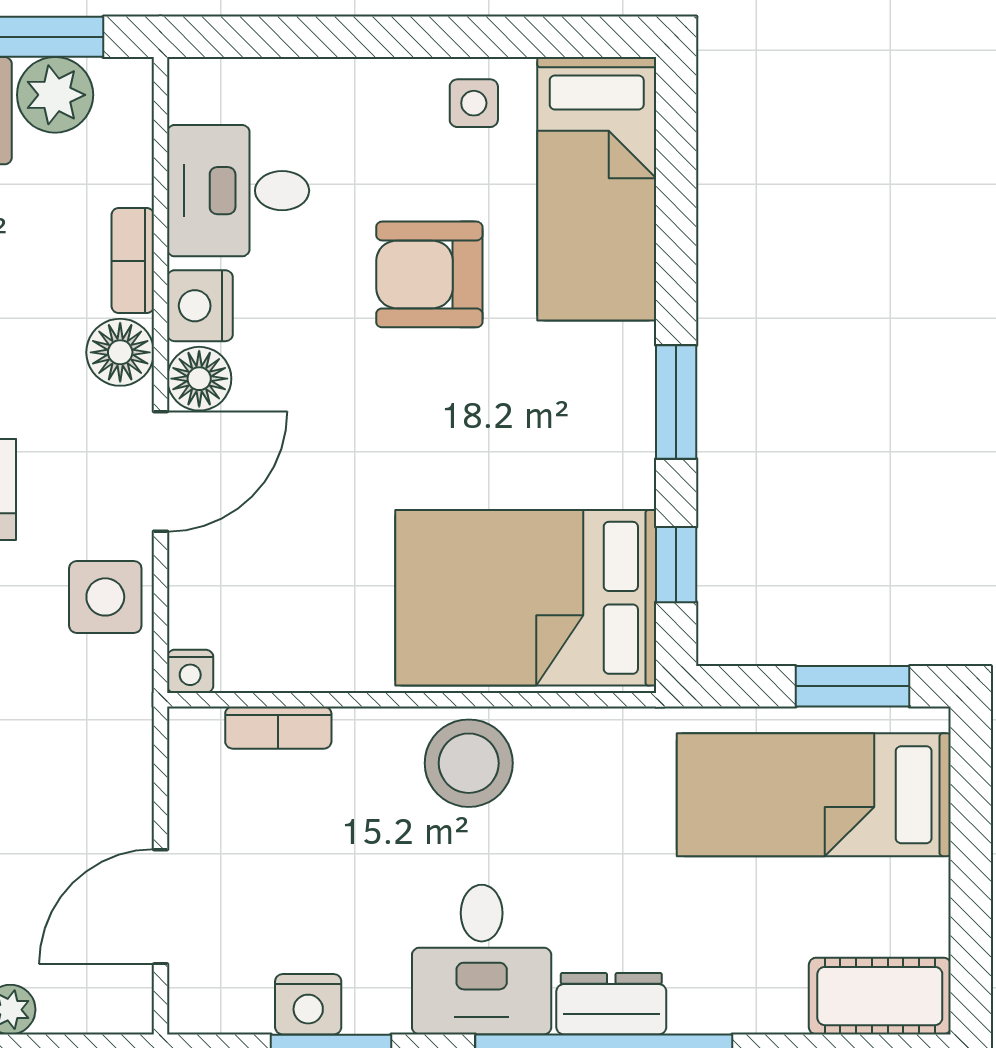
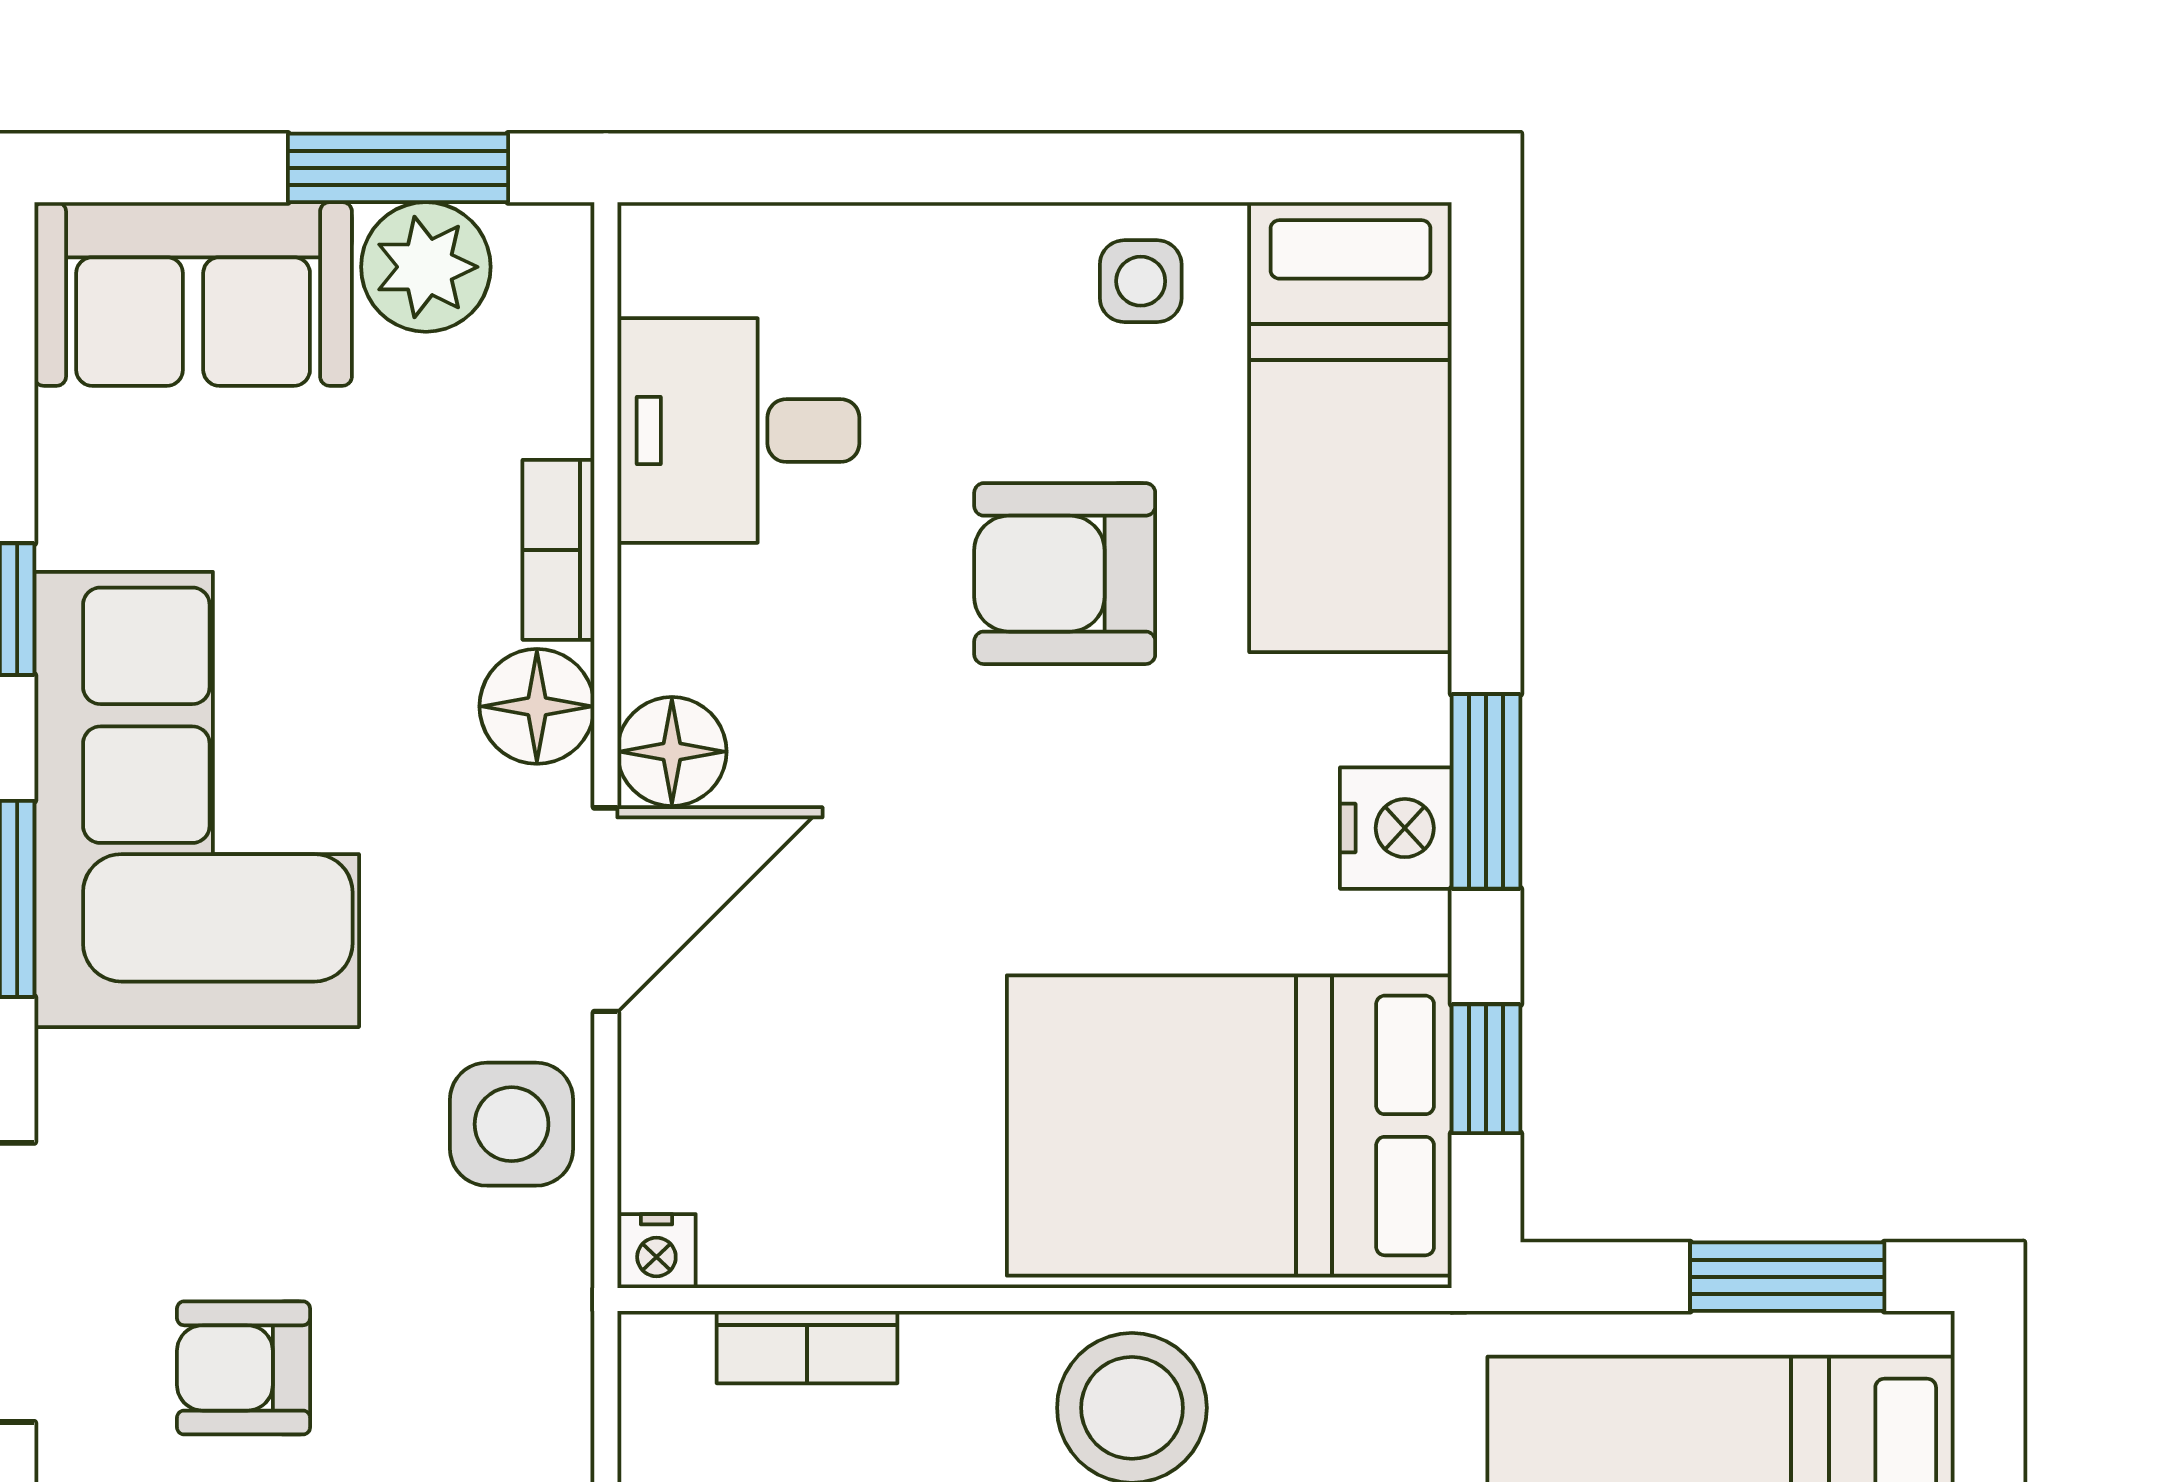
nightstand: (200, 306) -> (1396, 828), moved, turned 180

